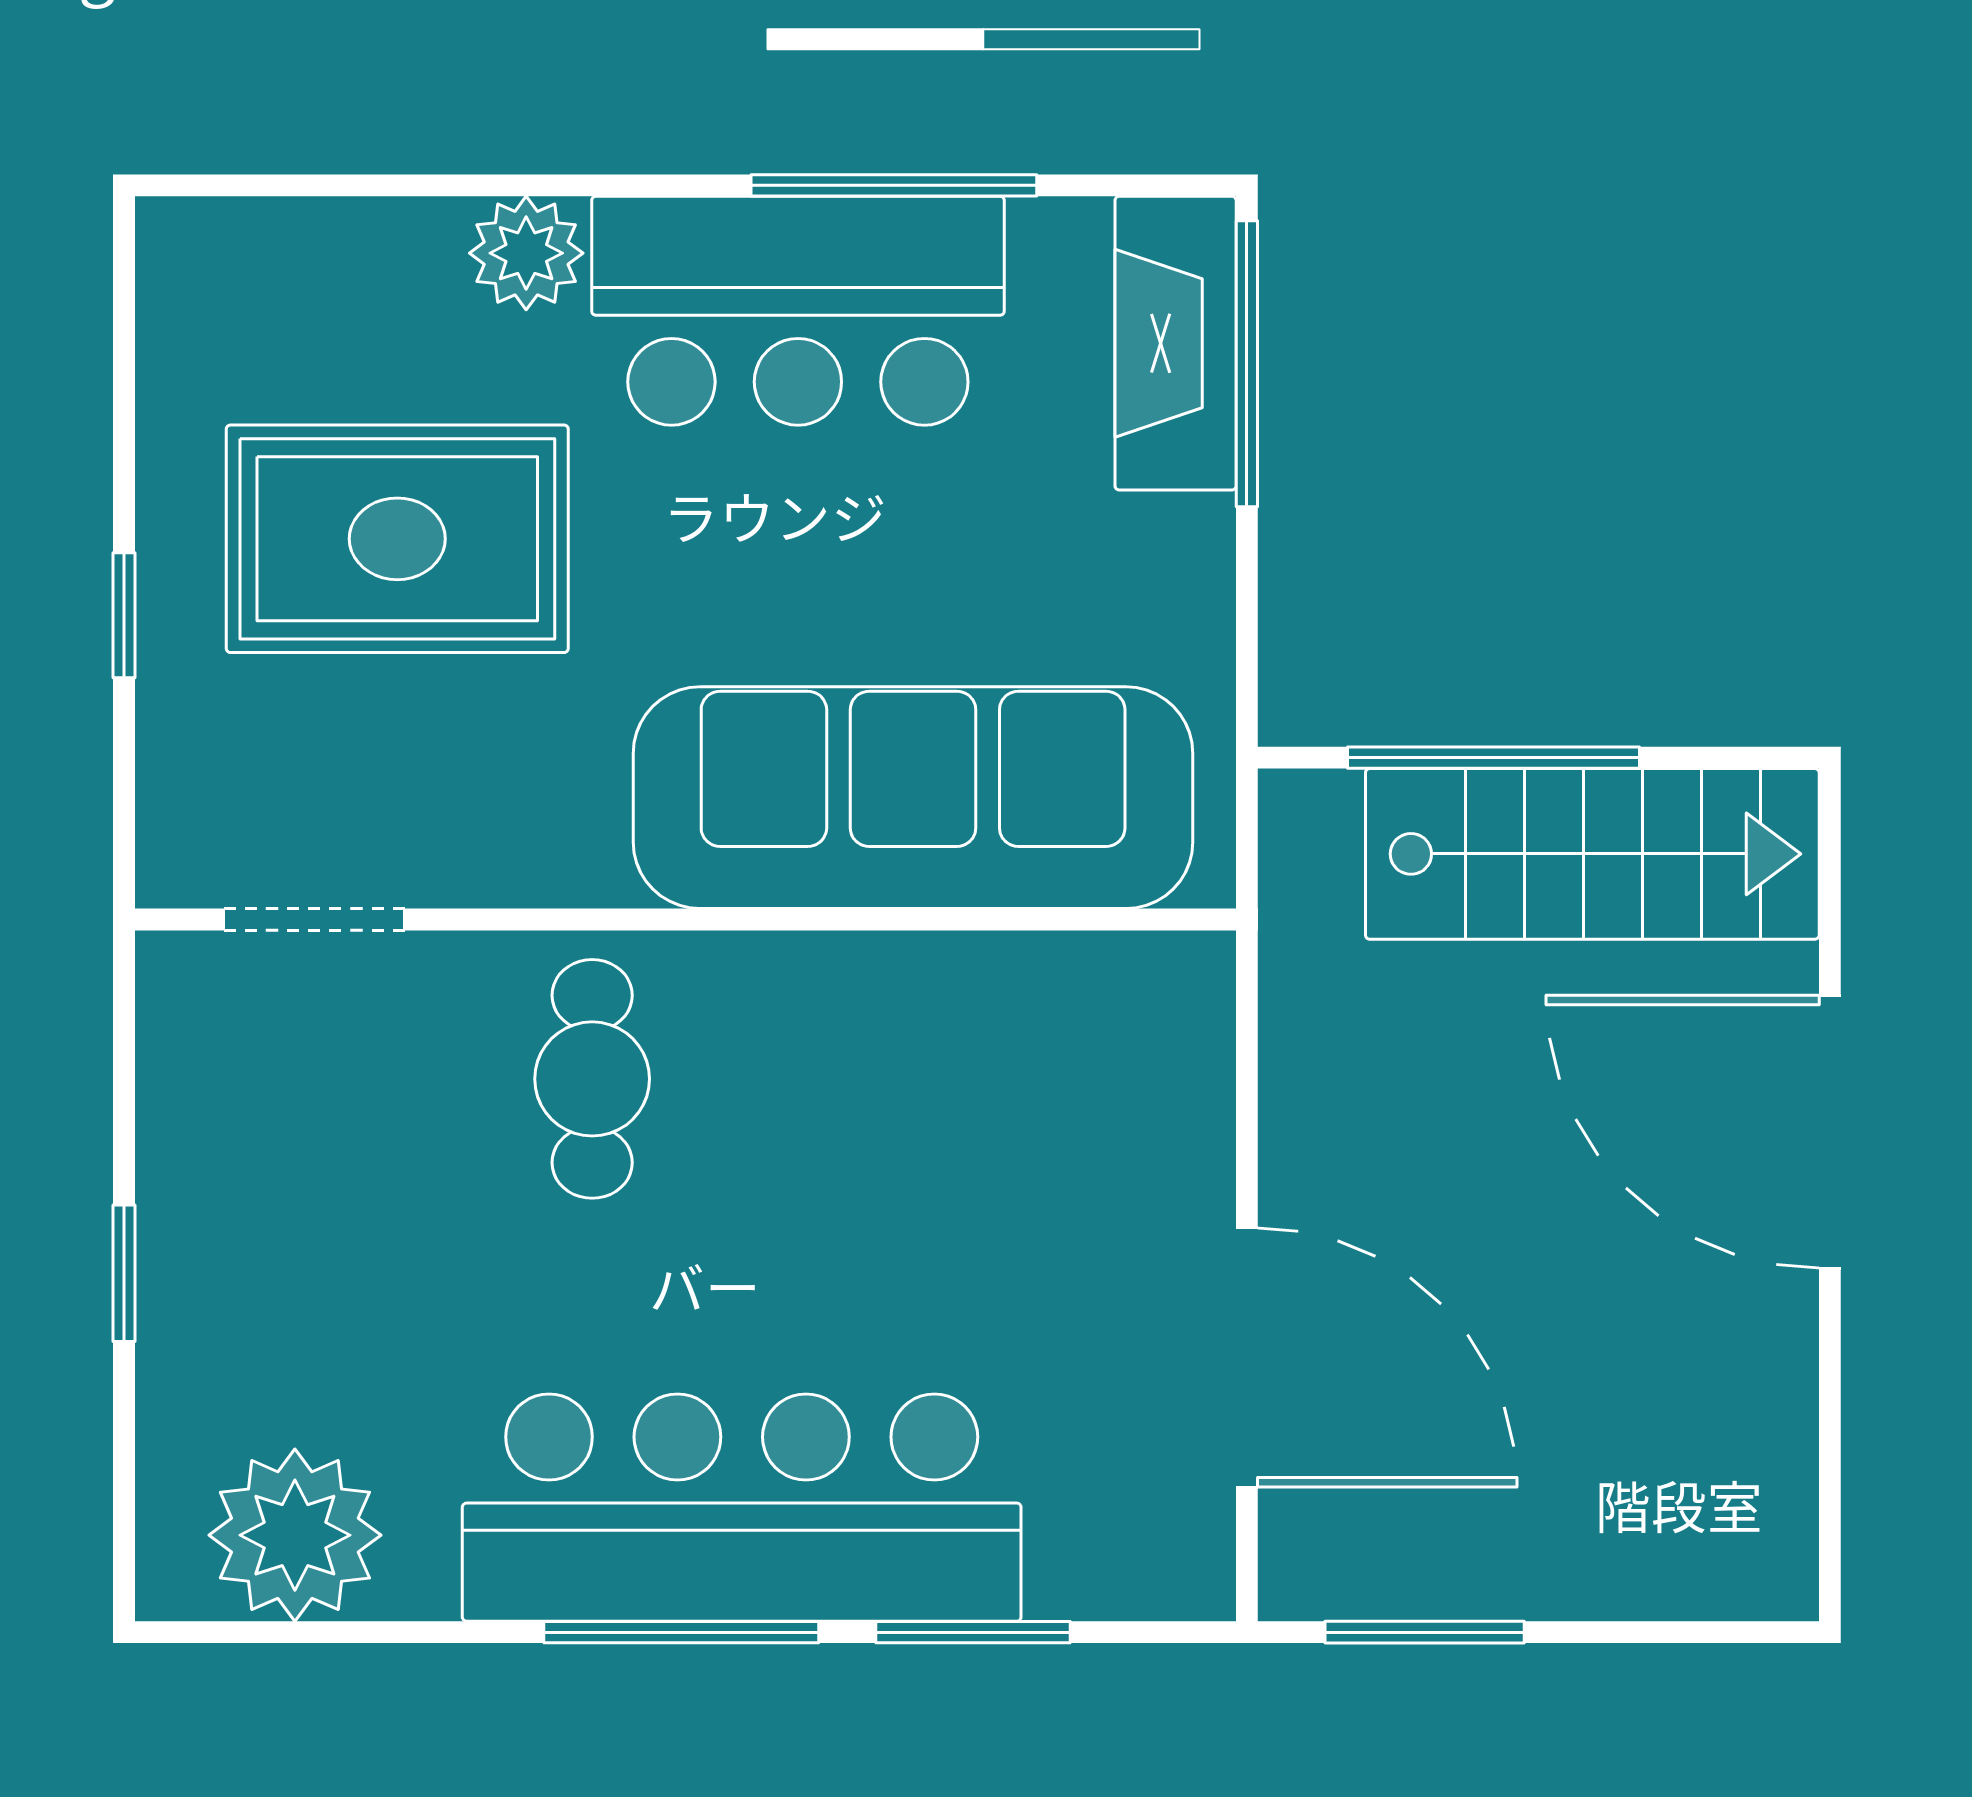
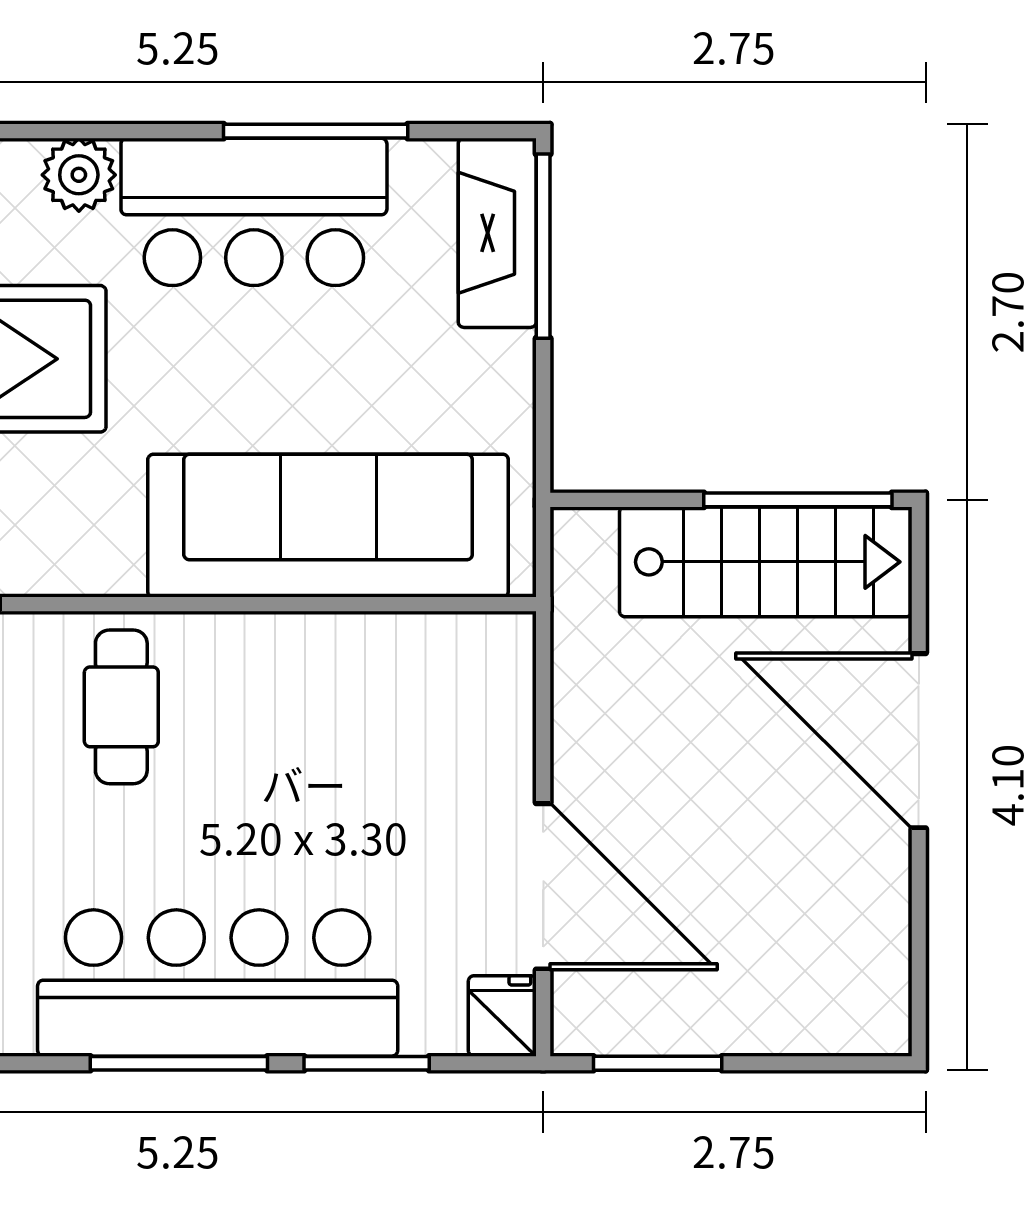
window: (1494, 758) -> (798, 500), moved
fridge: (1183, 1559) -> (502, 1016), added

